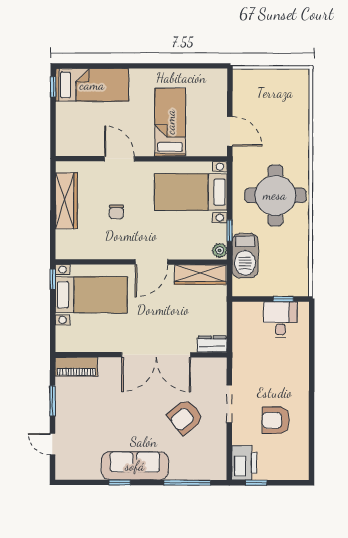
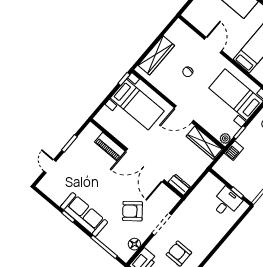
wardrobe: (66, 201) -> (156, 55), moved
barbecue: (245, 256) -> (234, 151), width x0.53, depth x0.65
piano: (76, 367) -> (110, 147), moved
floor lamp: (218, 451) -> (134, 244), added

